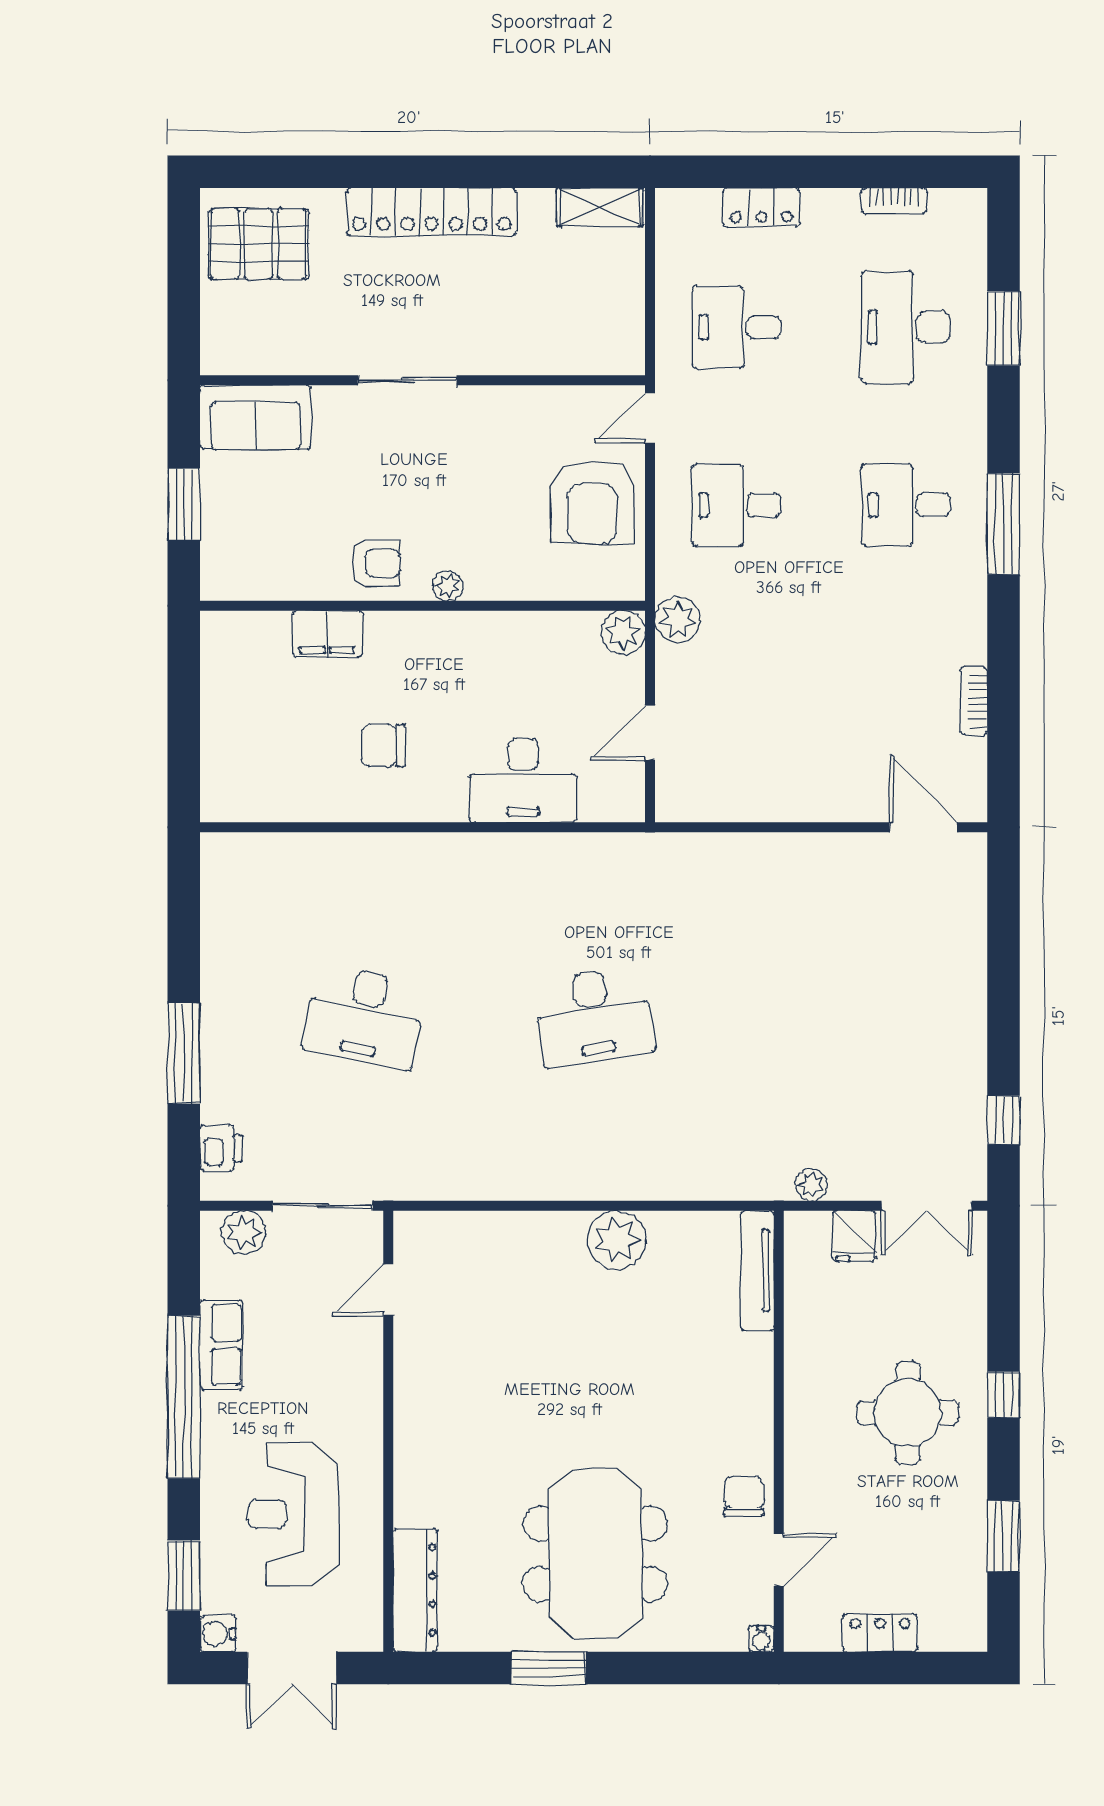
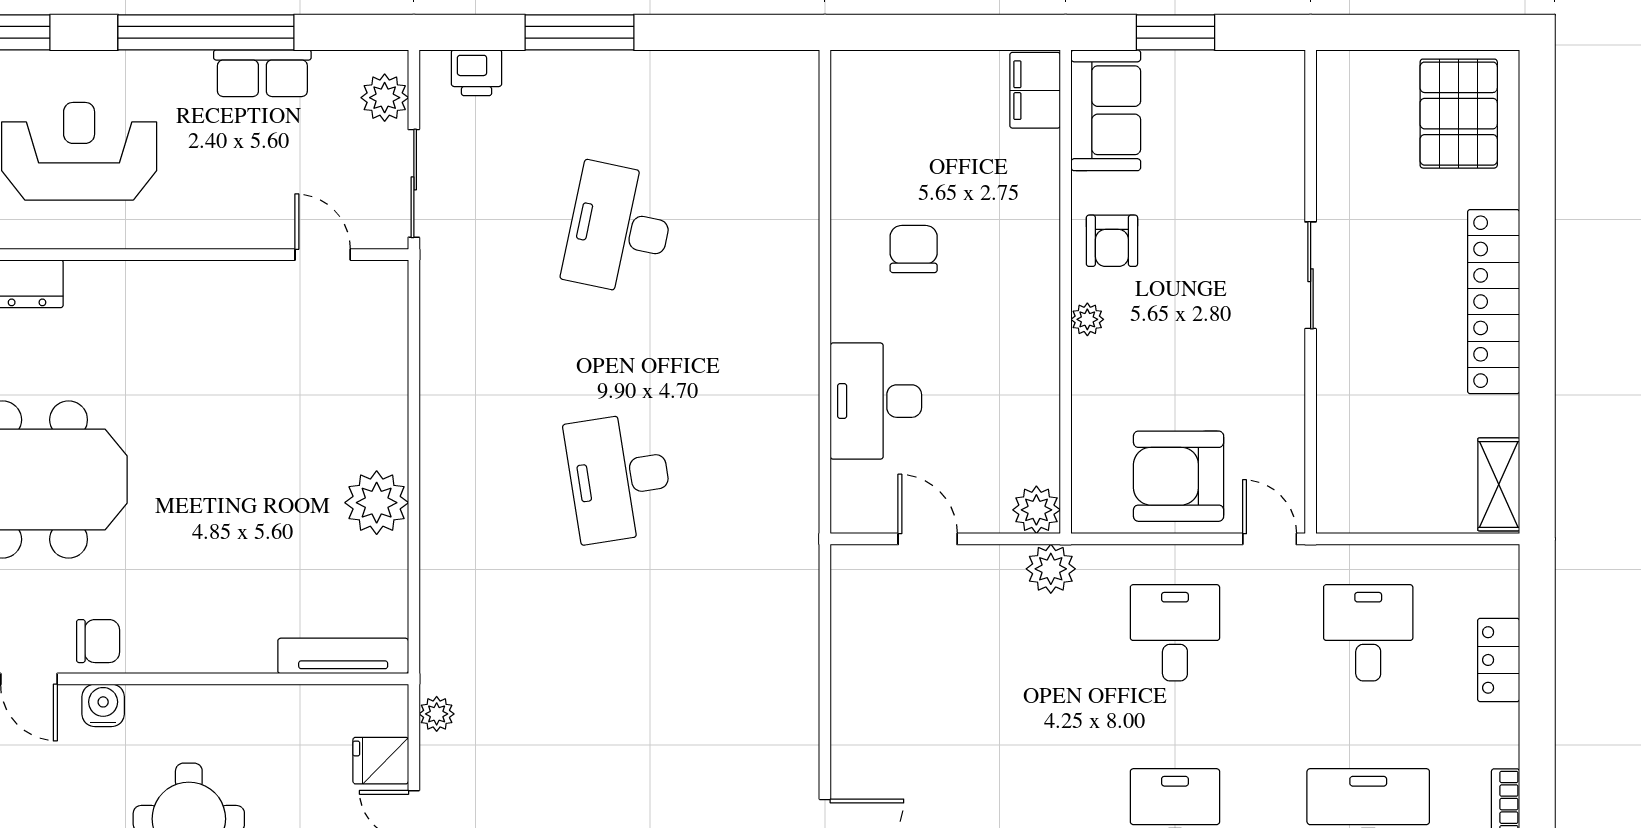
sofa: (255, 417) -> (1106, 110), moved, turned 180
filing cabinet: (327, 634) -> (1035, 90), moved
water cooler: (803, 1492) -> (103, 705), added

